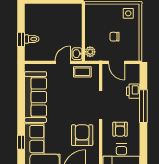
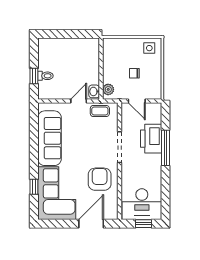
printer: (133, 91) -> (151, 139), width x1.87, depth x1.48
armchair: (120, 129) -> (140, 173), removed

